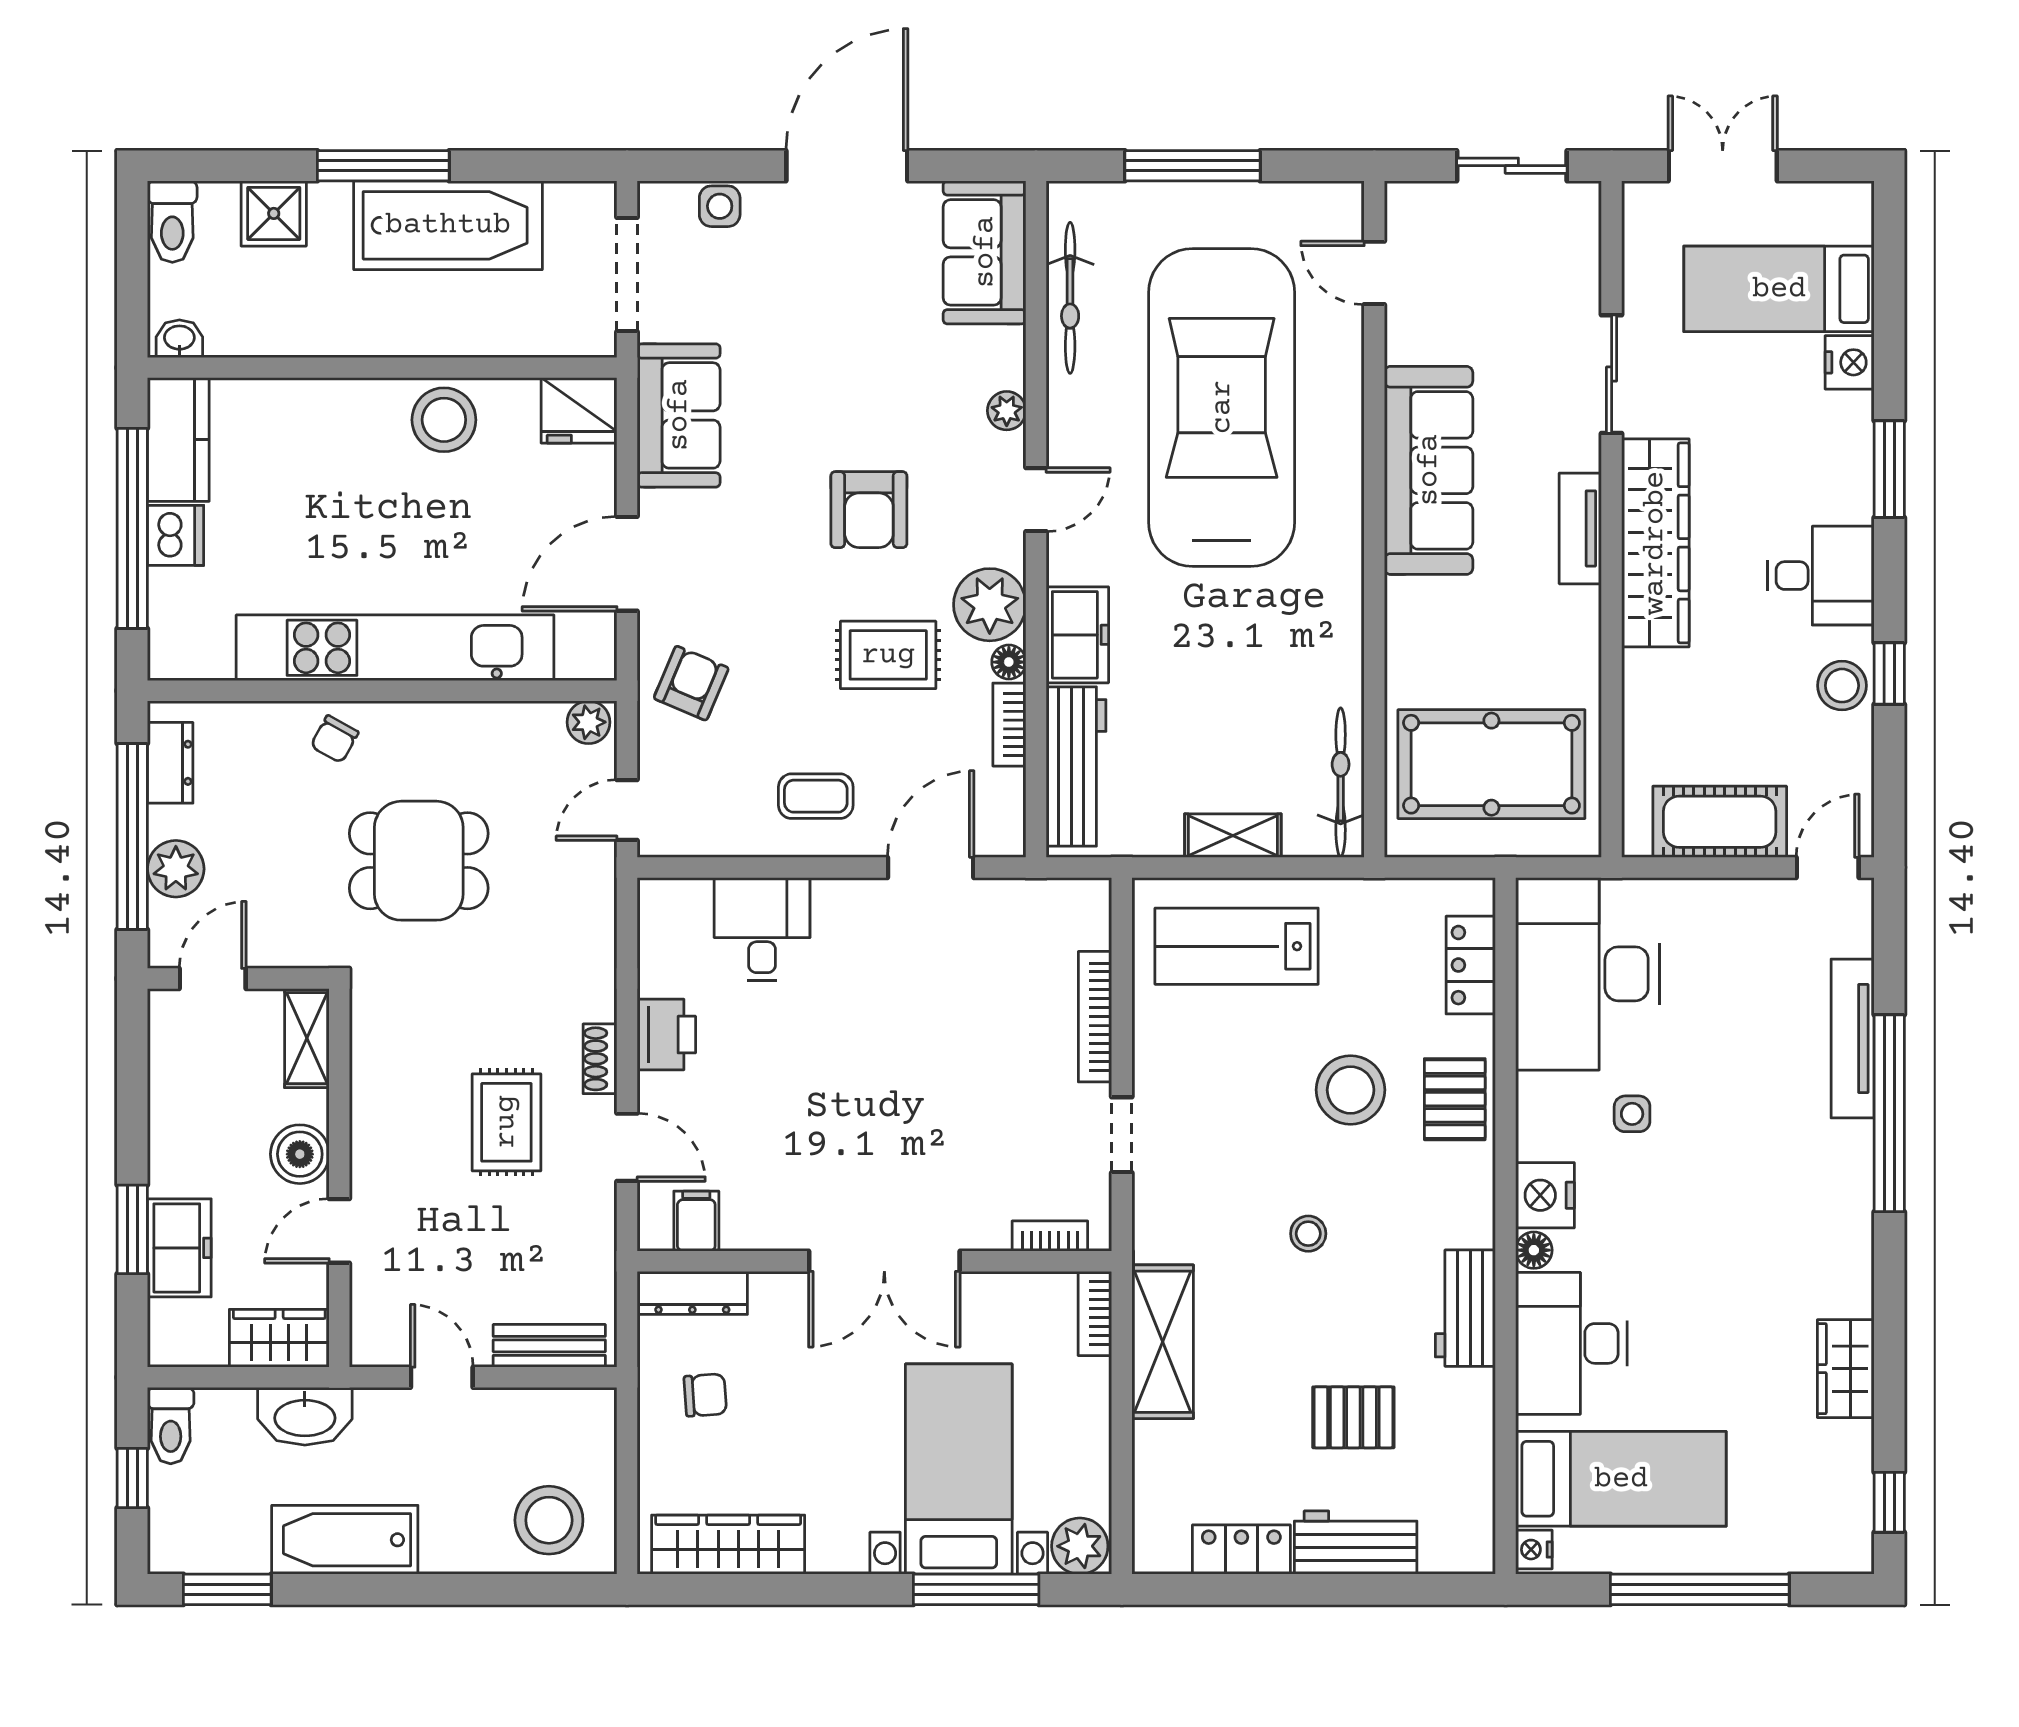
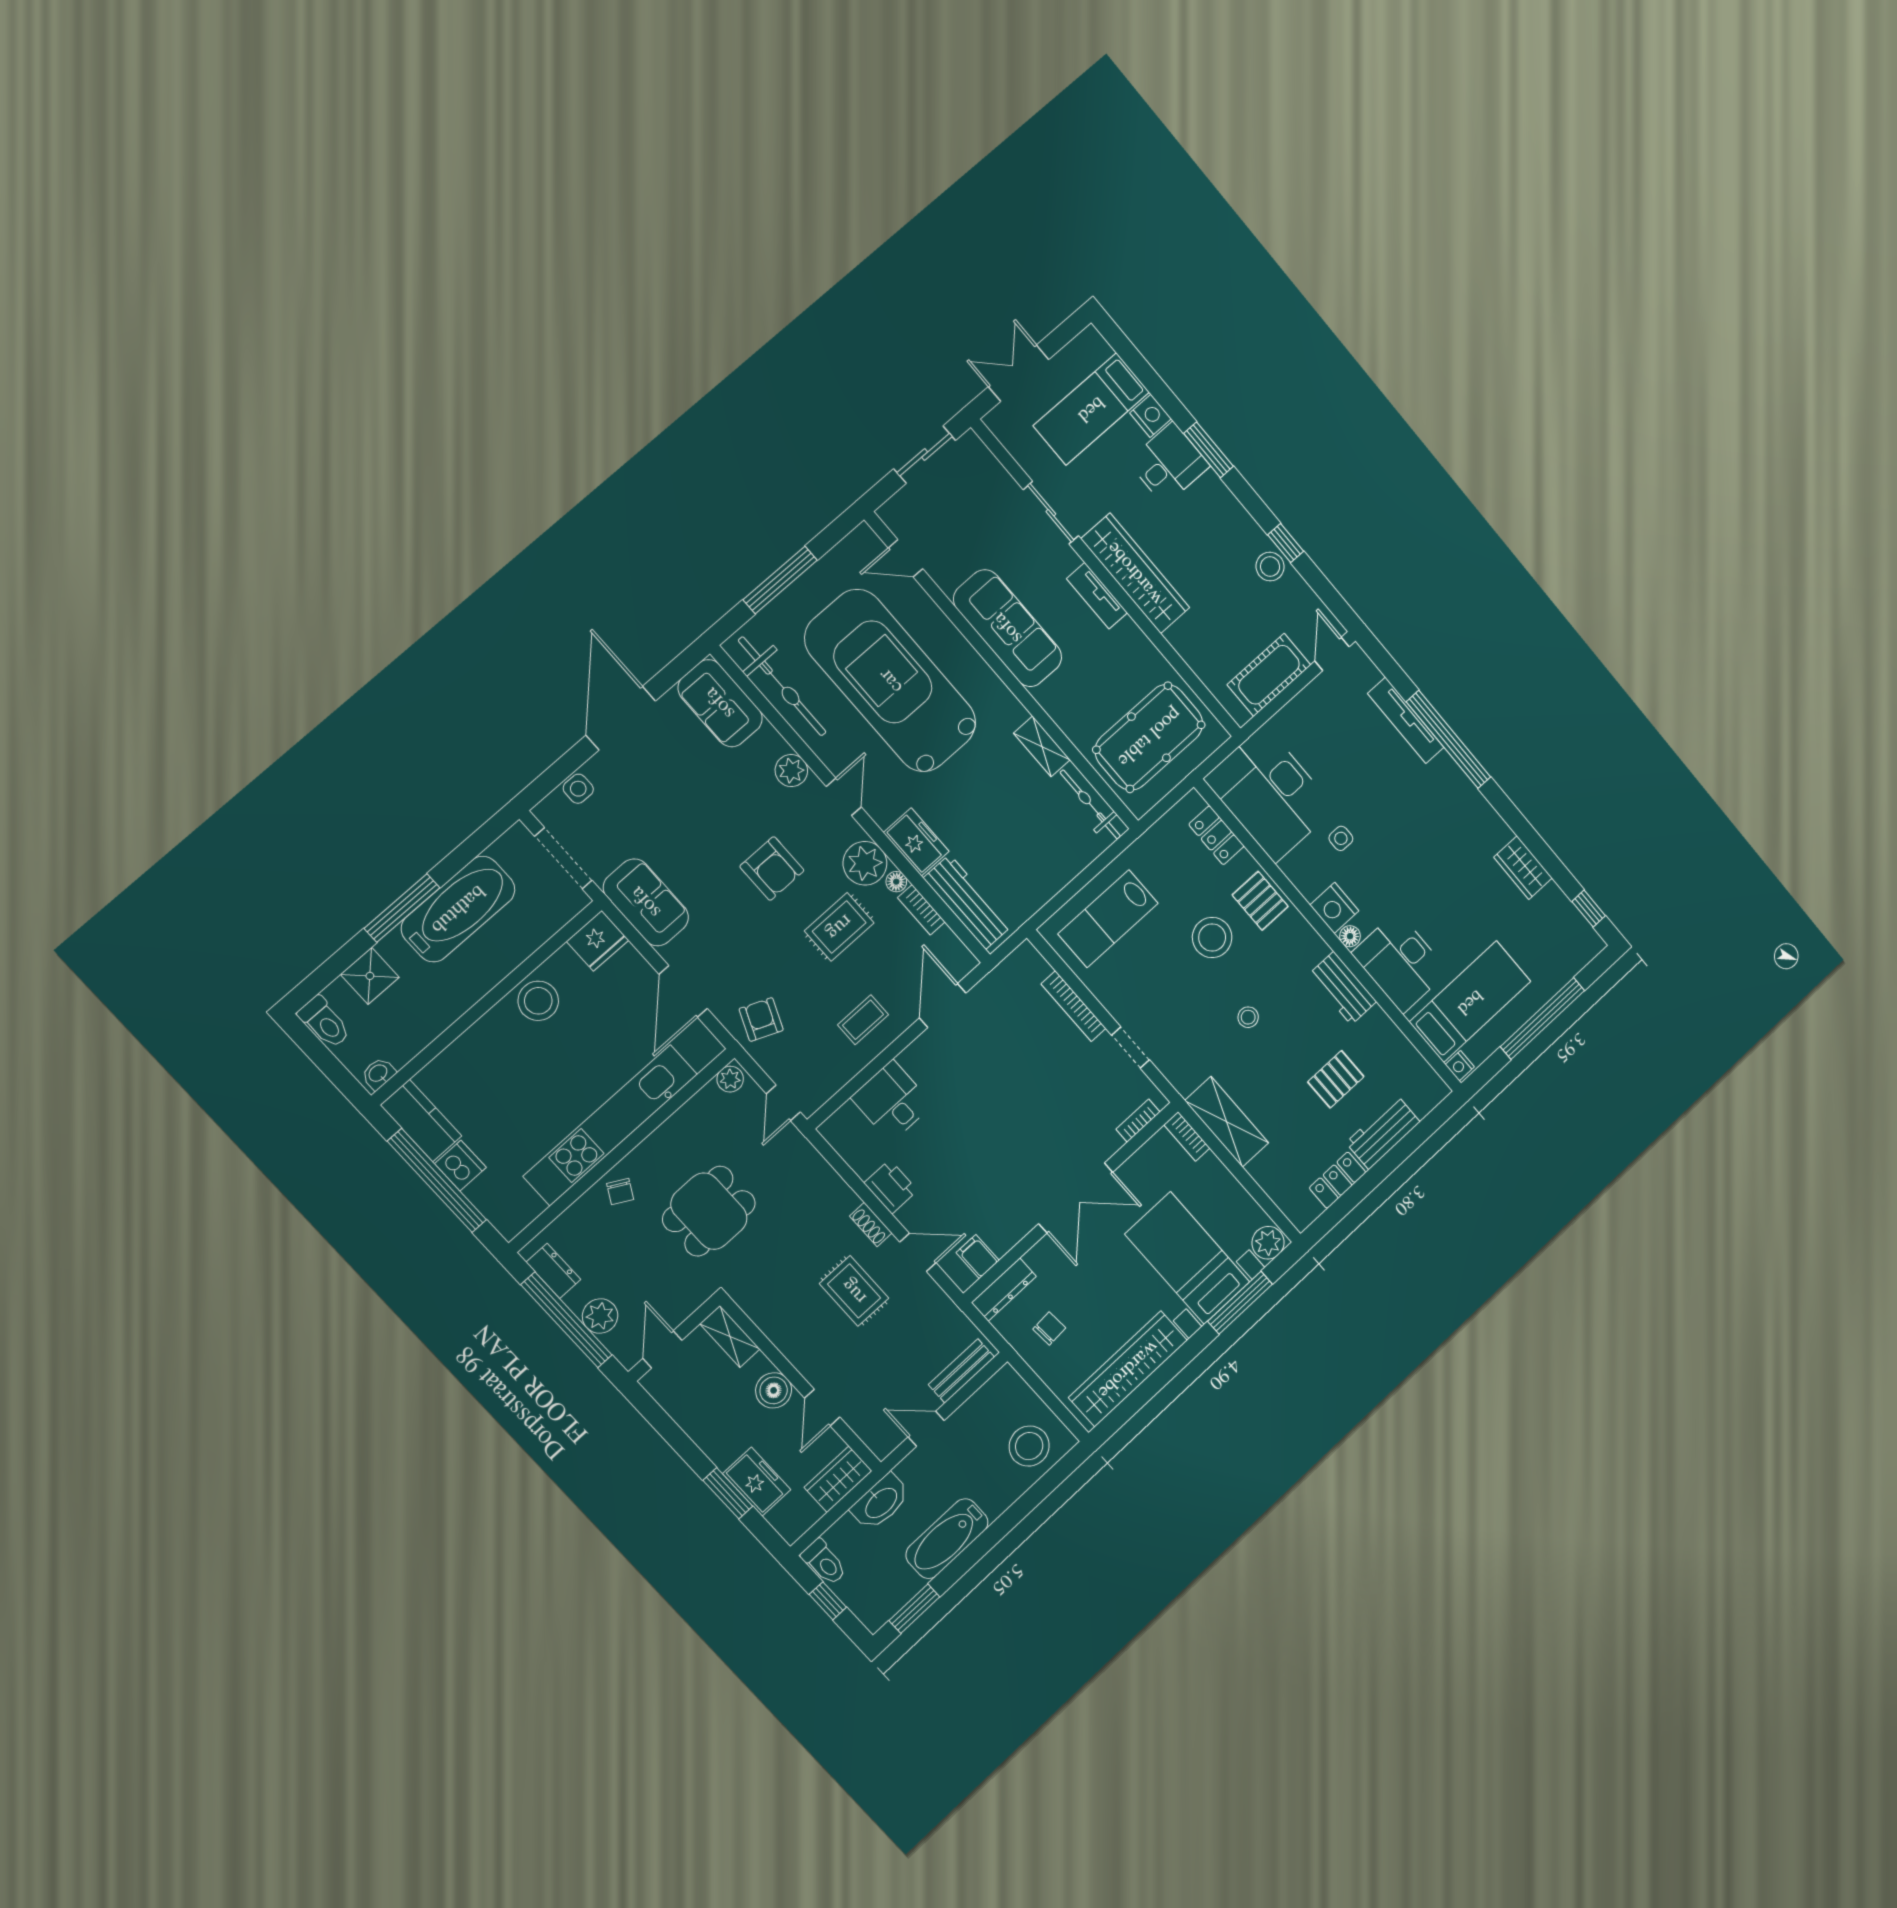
bicycle: (1070, 298) -> (782, 686), width x1.37, depth x1.40
plant: (1007, 411) -> (791, 771), width x1.38, depth x1.38
desk: (1821, 576) -> (1169, 464), moved
shelving: (1233, 836) -> (1042, 746), moved, turned 90
wardrobe: (728, 1545) -> (1128, 1369), width x1.40, depth x1.17

